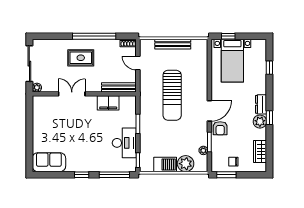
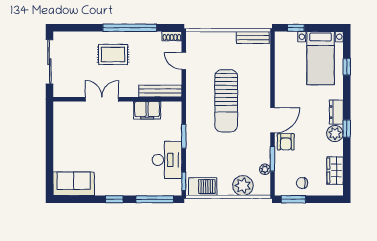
bench: (173, 44) -> (253, 38), moved, width x0.73
bed with nightstands: (232, 61) -> (321, 58), moved
plant: (37, 88) -> (59, 91), removed
barbecue: (165, 164) -> (203, 187), moved

